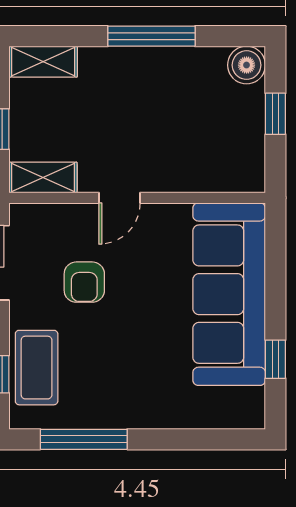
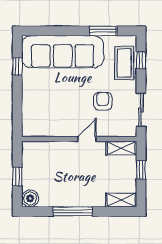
sofa: (229, 294) -> (63, 52), moved, turned 90
window: (84, 439) -> (103, 31), width x0.69

